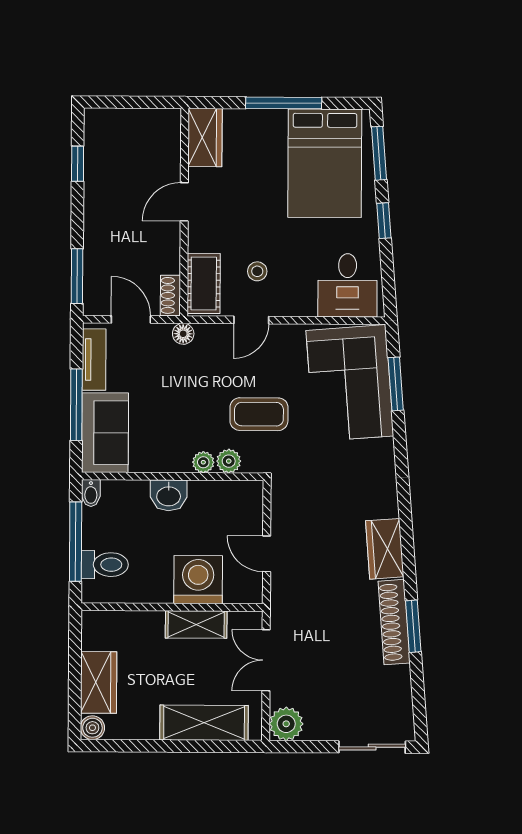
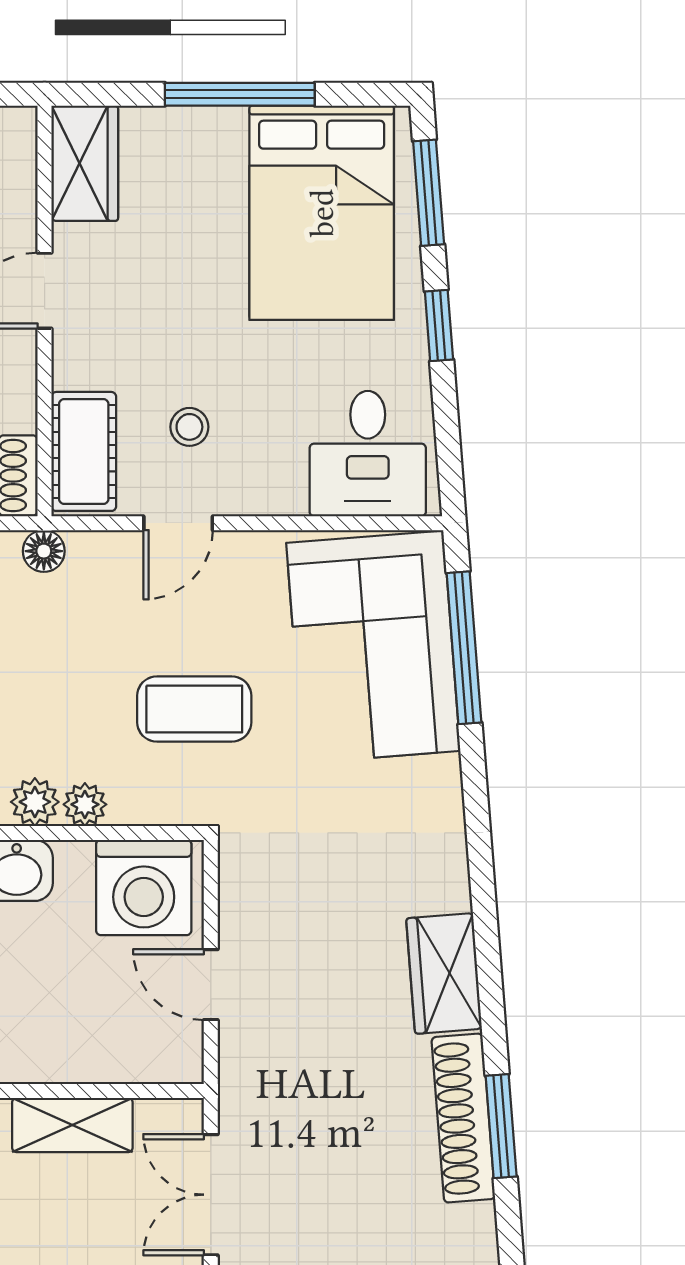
window: (396, 384) -> (464, 648), width x1.44
plant: (229, 461) -> (35, 802), moved
washing machine: (198, 580) -> (144, 887), moved, turned 180

